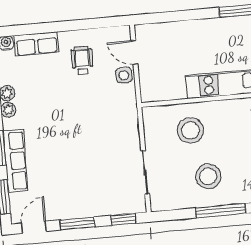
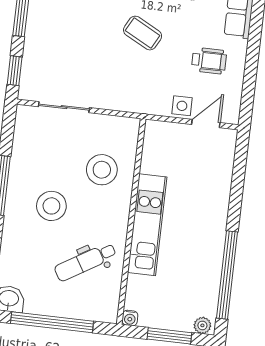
coffee table: (71, 120) -> (143, 33), added
stool: (208, 176) -> (51, 206), moved

